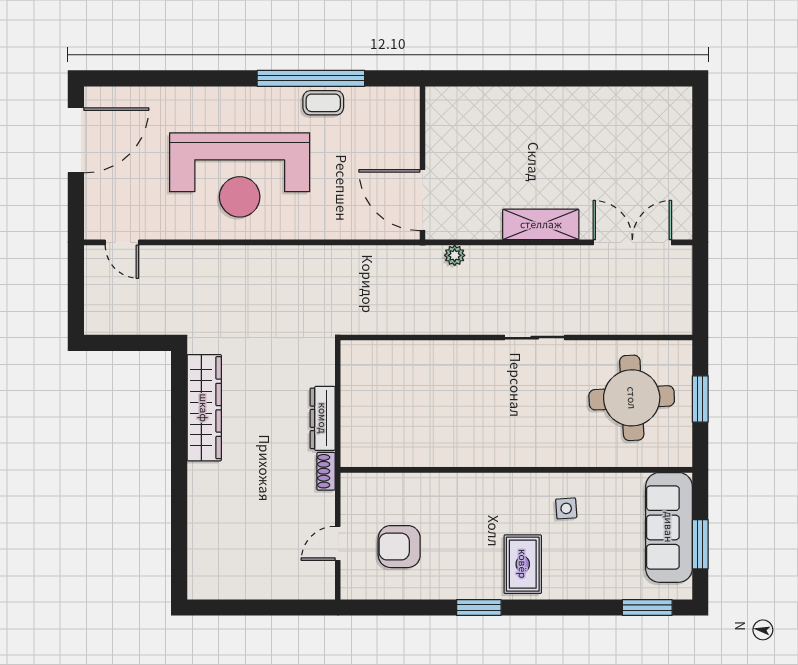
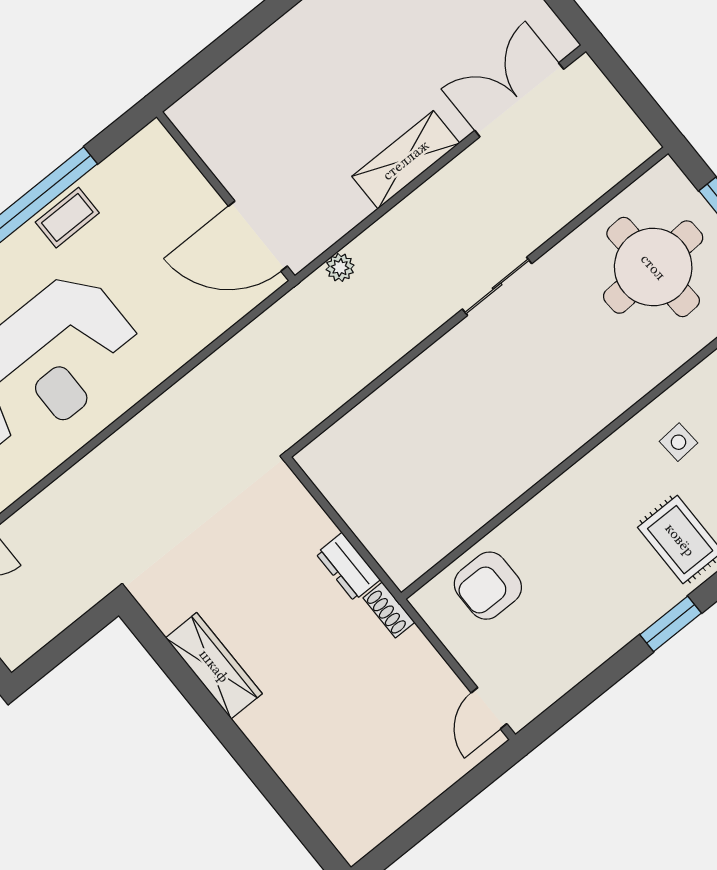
wardrobe: (204, 408) -> (214, 666), width x0.71, depth x0.85
dresser: (323, 418) -> (348, 567), width x0.70
door: (338, 543) -> (489, 708), moved
armchair: (399, 547) -> (488, 586), moved

